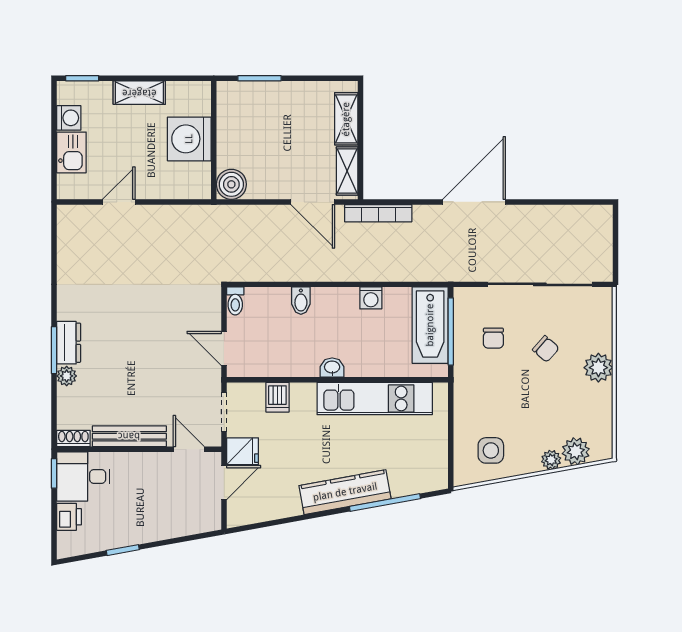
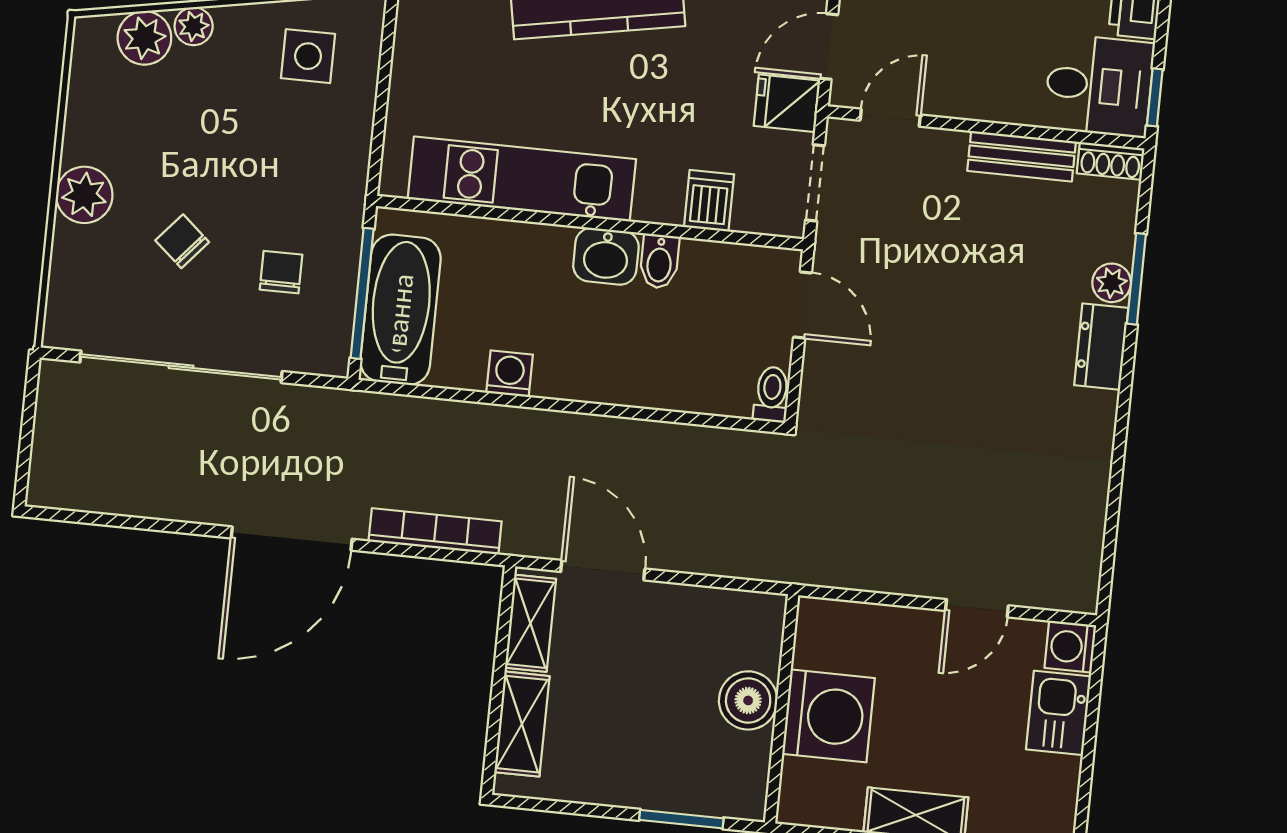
washing machine: (69, 118) -> (1070, 647), moved
boiler: (231, 184) -> (748, 700), moved
bookcase: (378, 213) -> (435, 531), moved
bidet: (301, 301) -> (659, 261), moved, turned 180
window: (54, 350) -> (1136, 279), moved
washbasin: (332, 368) -> (606, 256), width x1.38, depth x1.45
bench: (129, 436) -> (1022, 156), width x0.73
door: (189, 449) -> (890, 118), swing flipped

